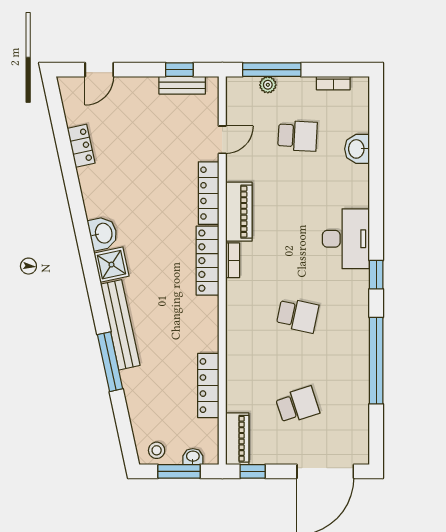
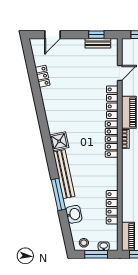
washbasin: (103, 233) -> (74, 214), moved

